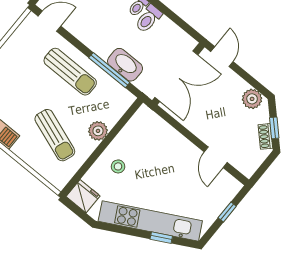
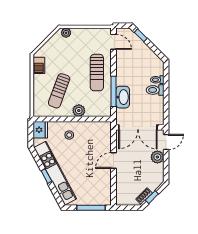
plant: (252, 99) -> (157, 157), moved
door: (216, 157) -> (114, 160), moved
window: (227, 212) -> (91, 208), width x2.17
window: (161, 238) -> (46, 176), moved

